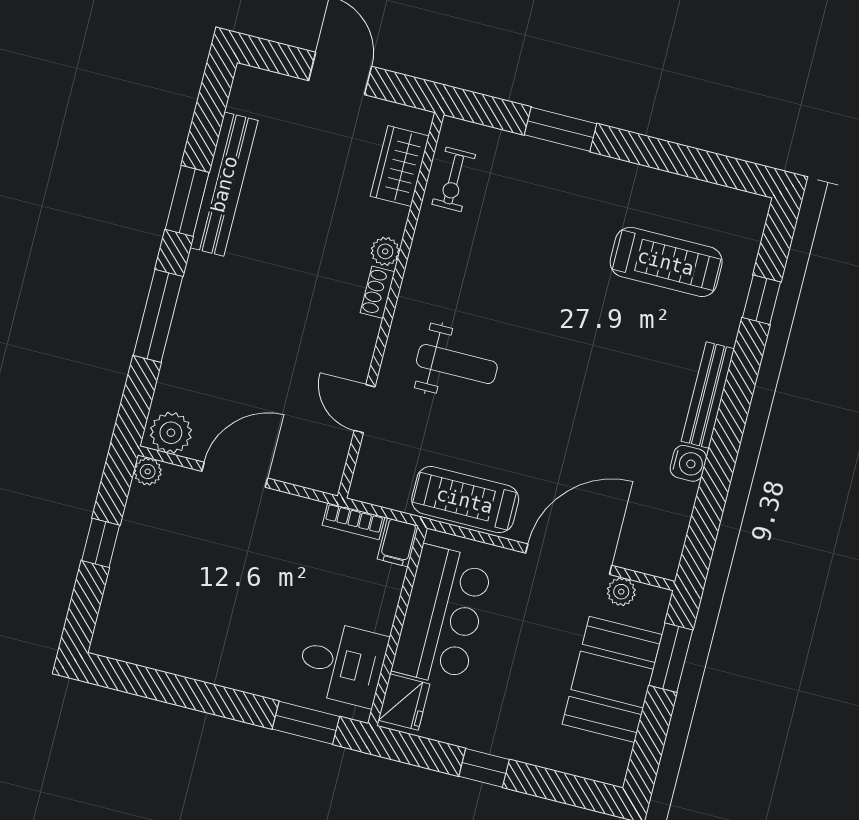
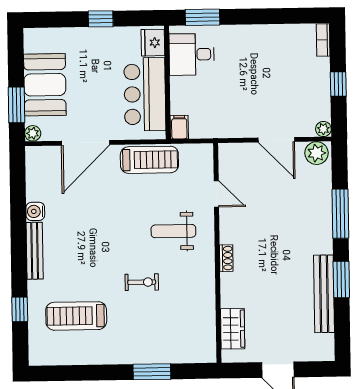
exercise bike: (454, 179) -> (142, 282), moved, turned 90
plant: (385, 251) -> (228, 281), removed
door: (235, 475) -> (276, 140), hinge flipped
bookcase: (353, 521) -> (323, 40), moved, turned -90
plant: (621, 592) -> (33, 133), moved

